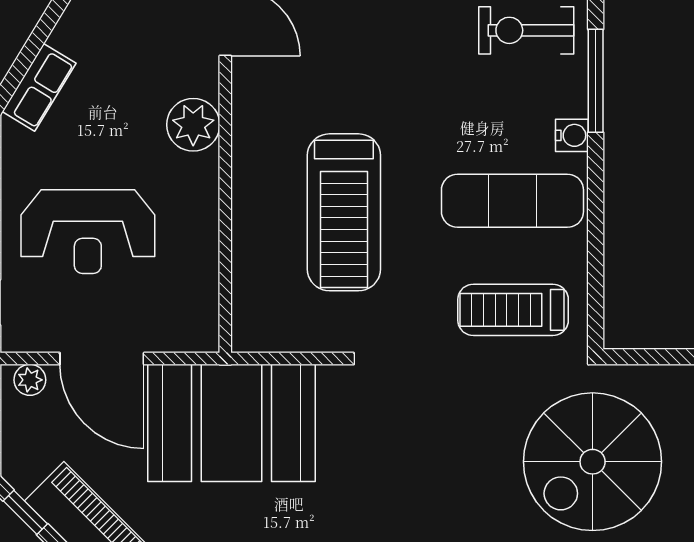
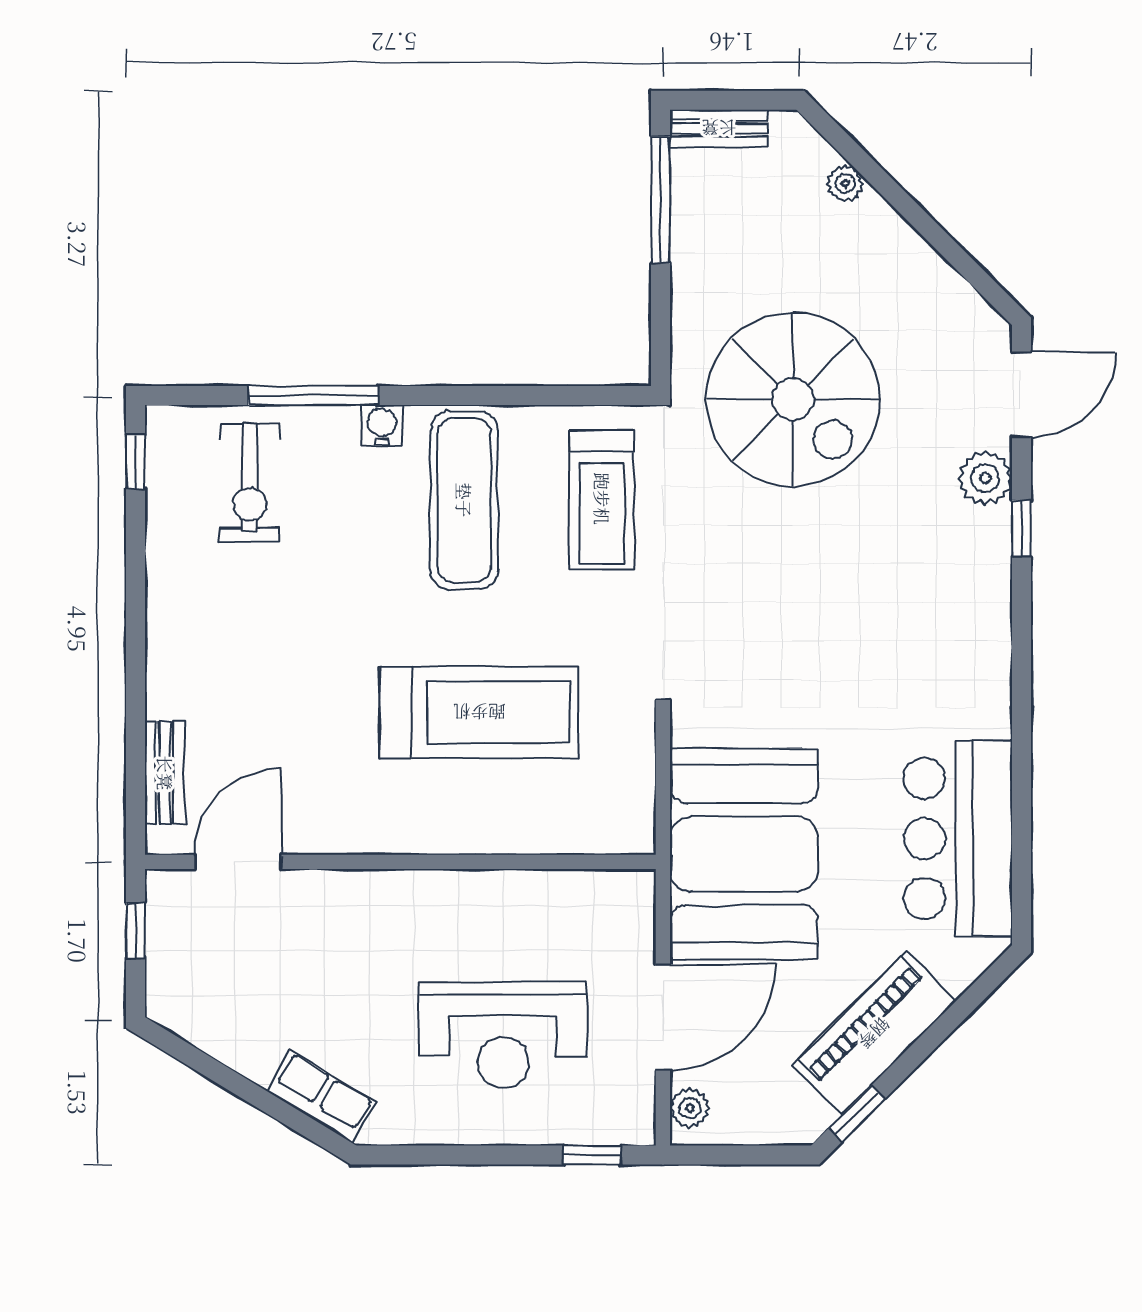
plant: (193, 125) -> (368, 902), removed
reception desk: (88, 232) -> (503, 1035), turned 90

